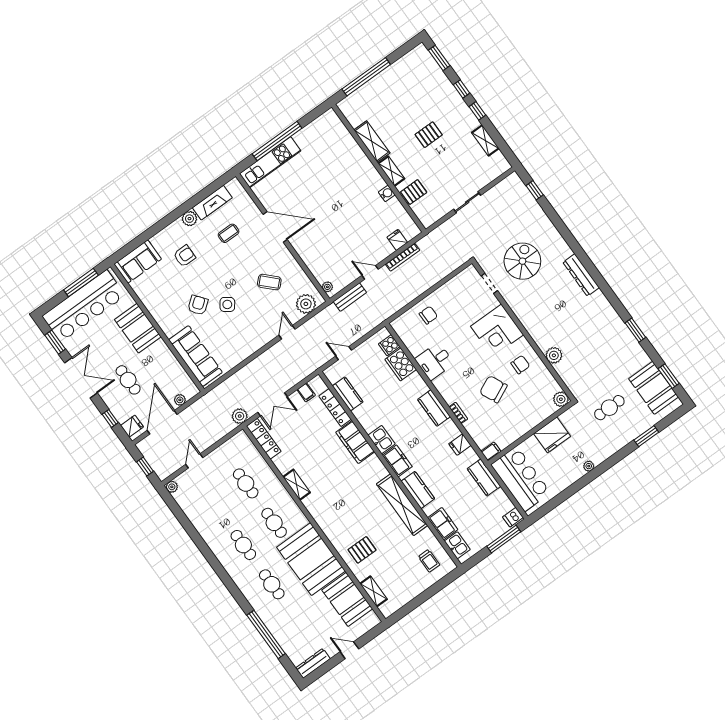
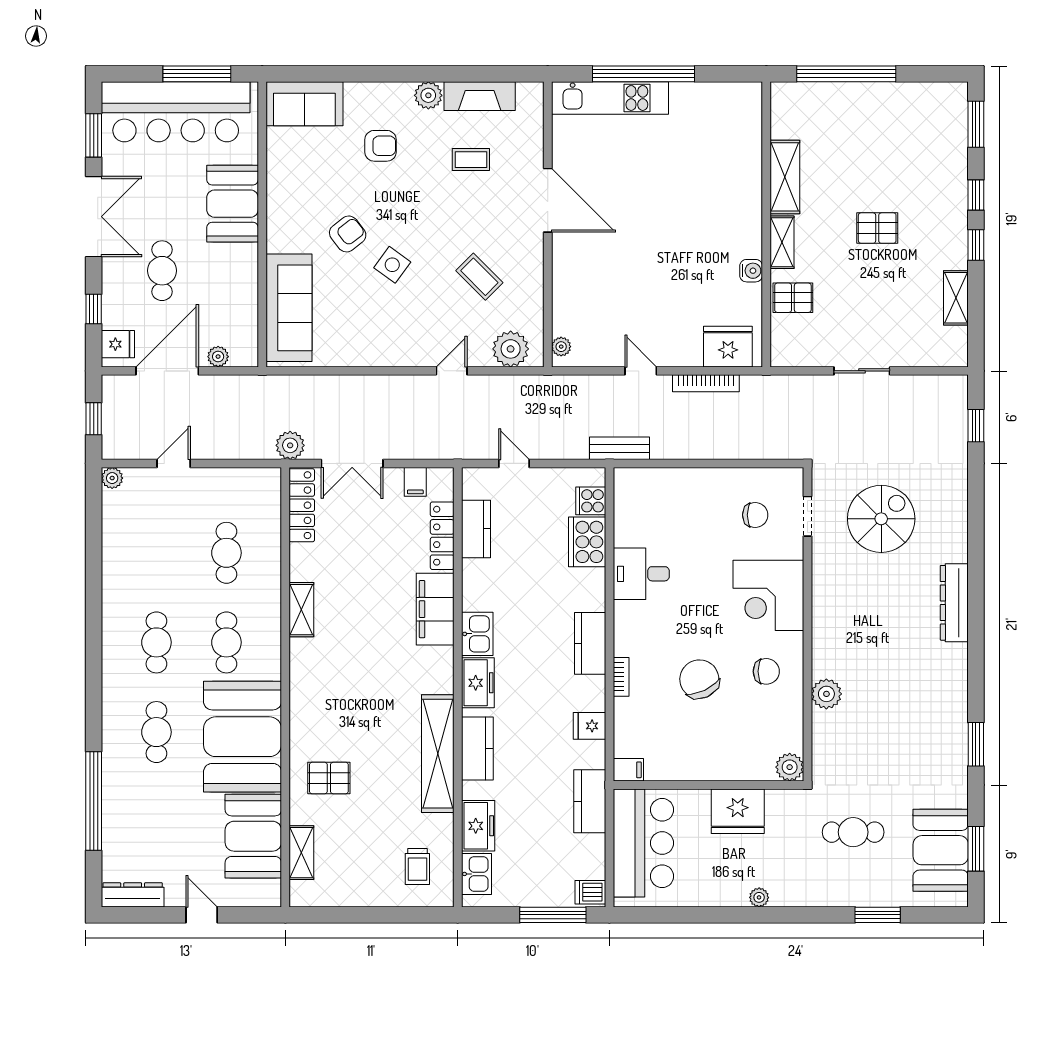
fridge: (397, 240) -> (728, 347), width x1.88, depth x1.34
bench: (350, 297) -> (620, 448), moved
chair: (428, 315) -> (755, 515), moved

